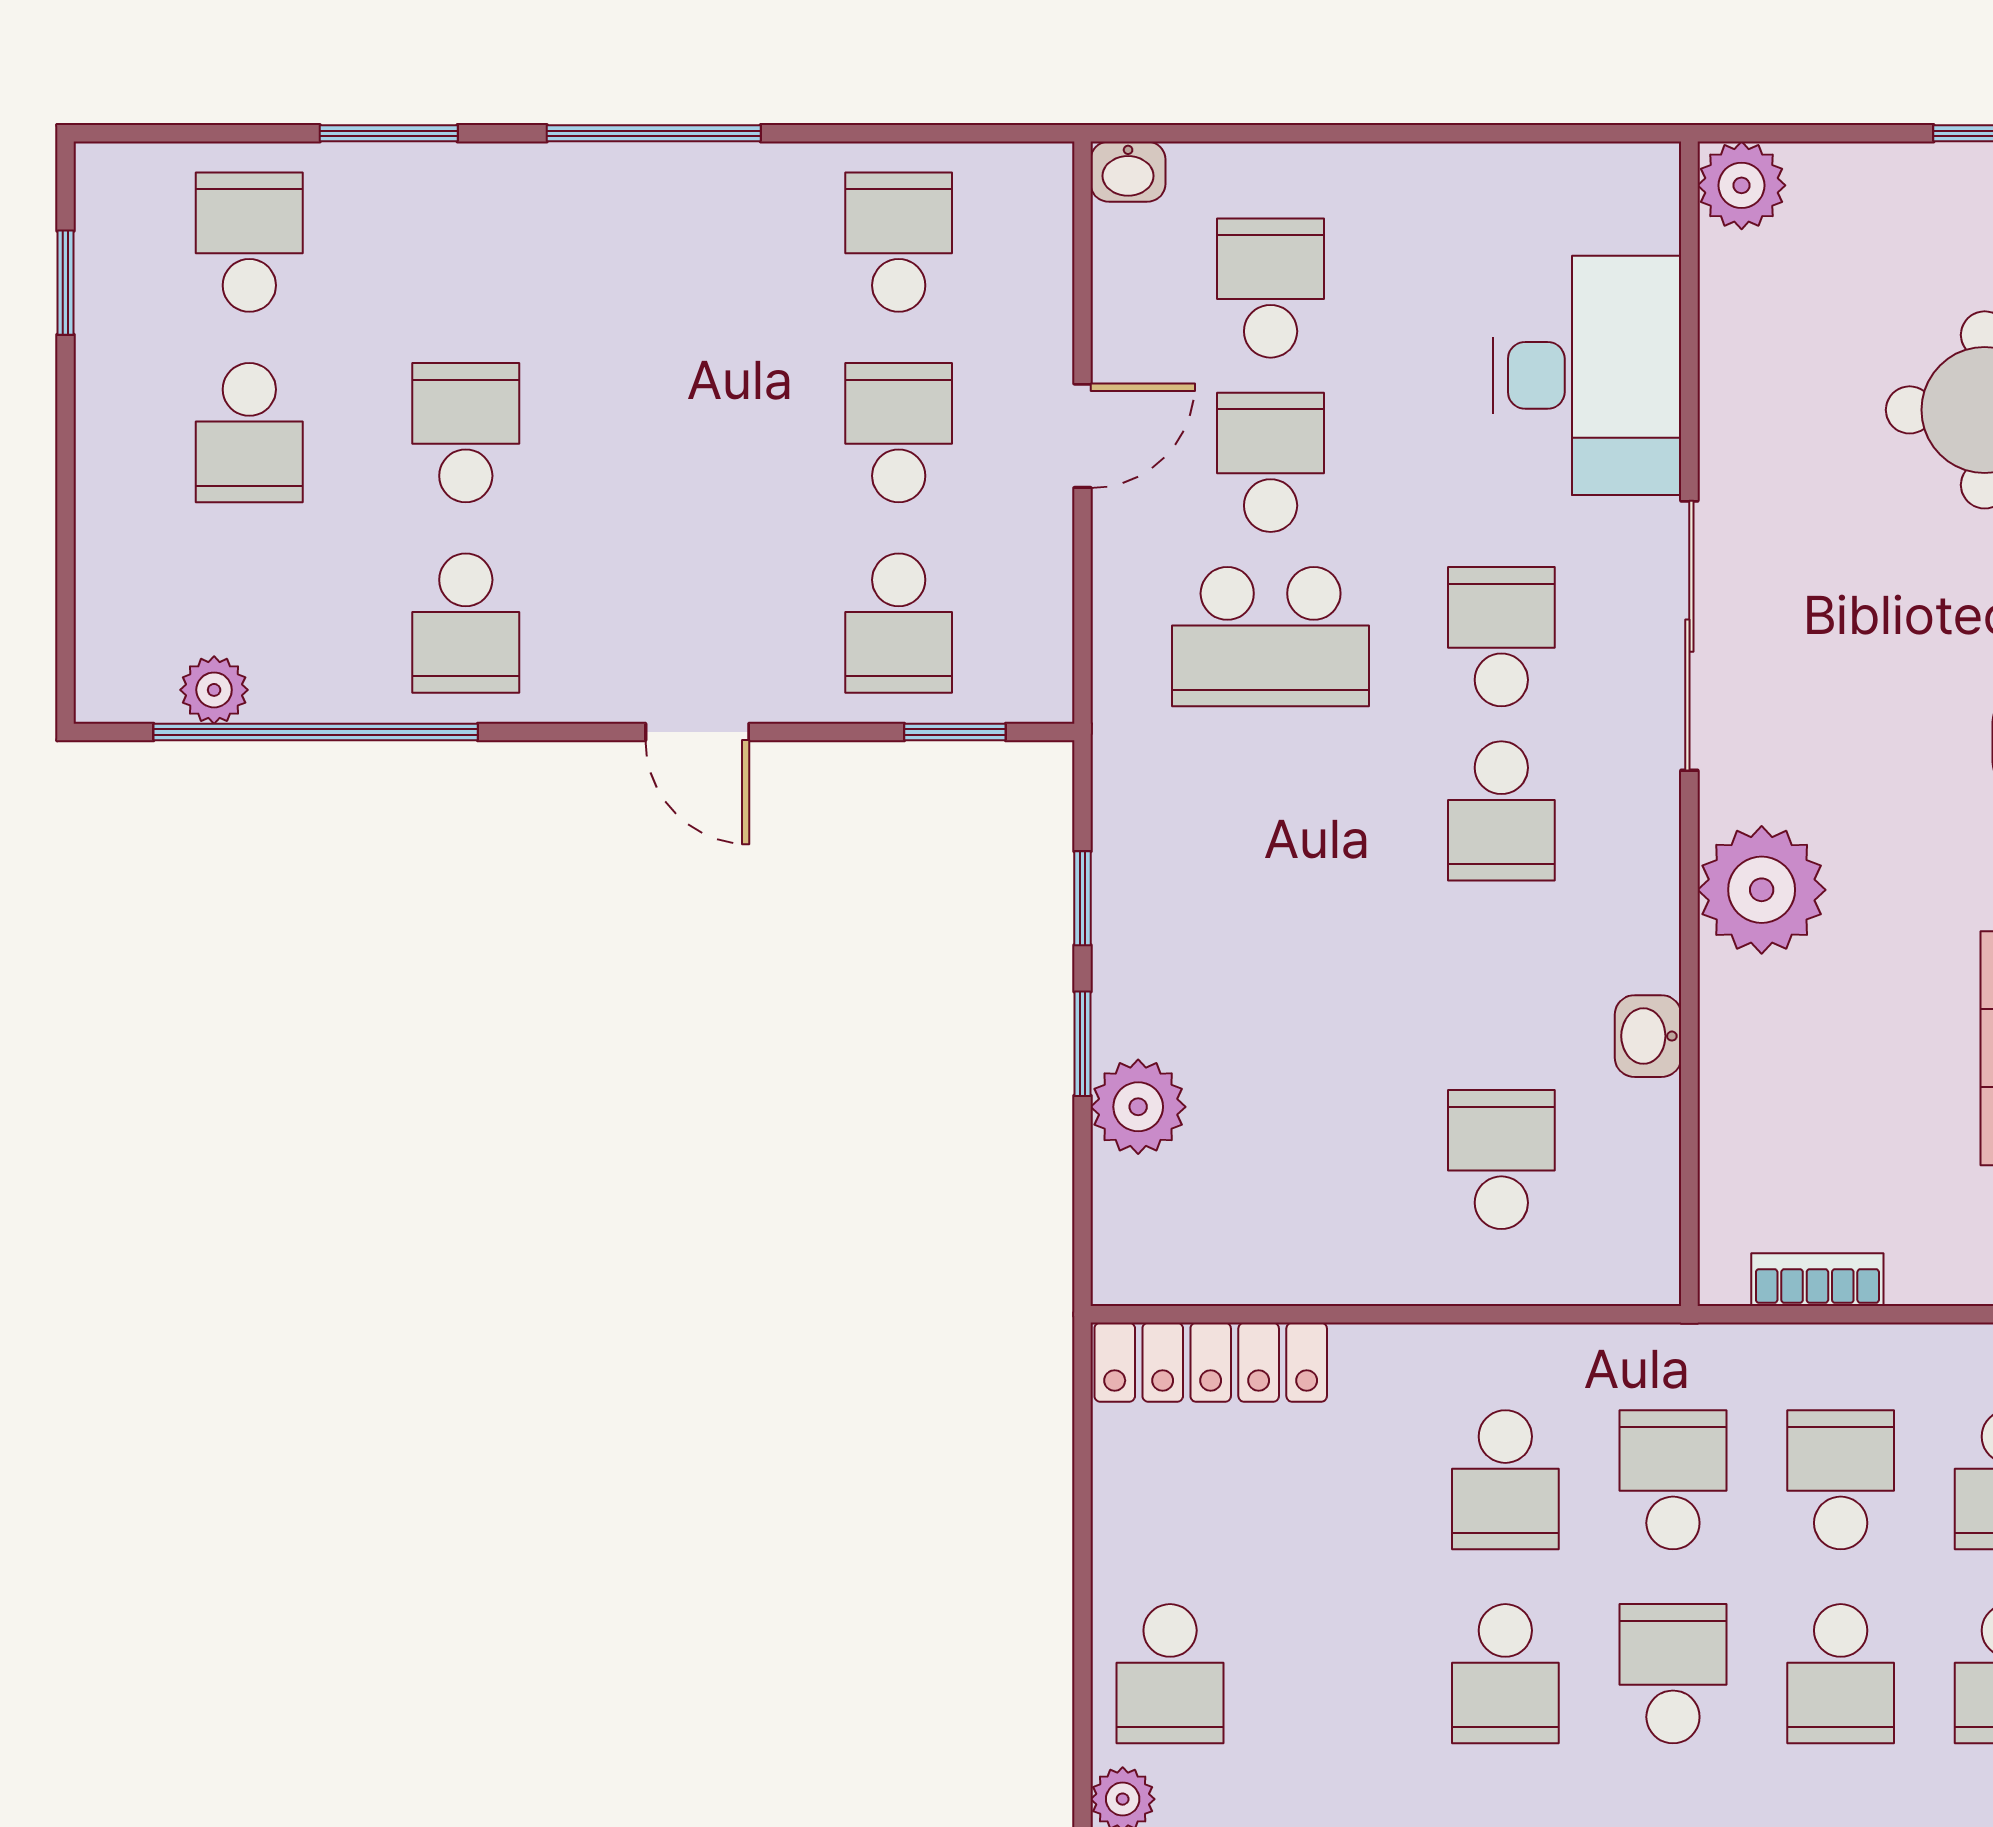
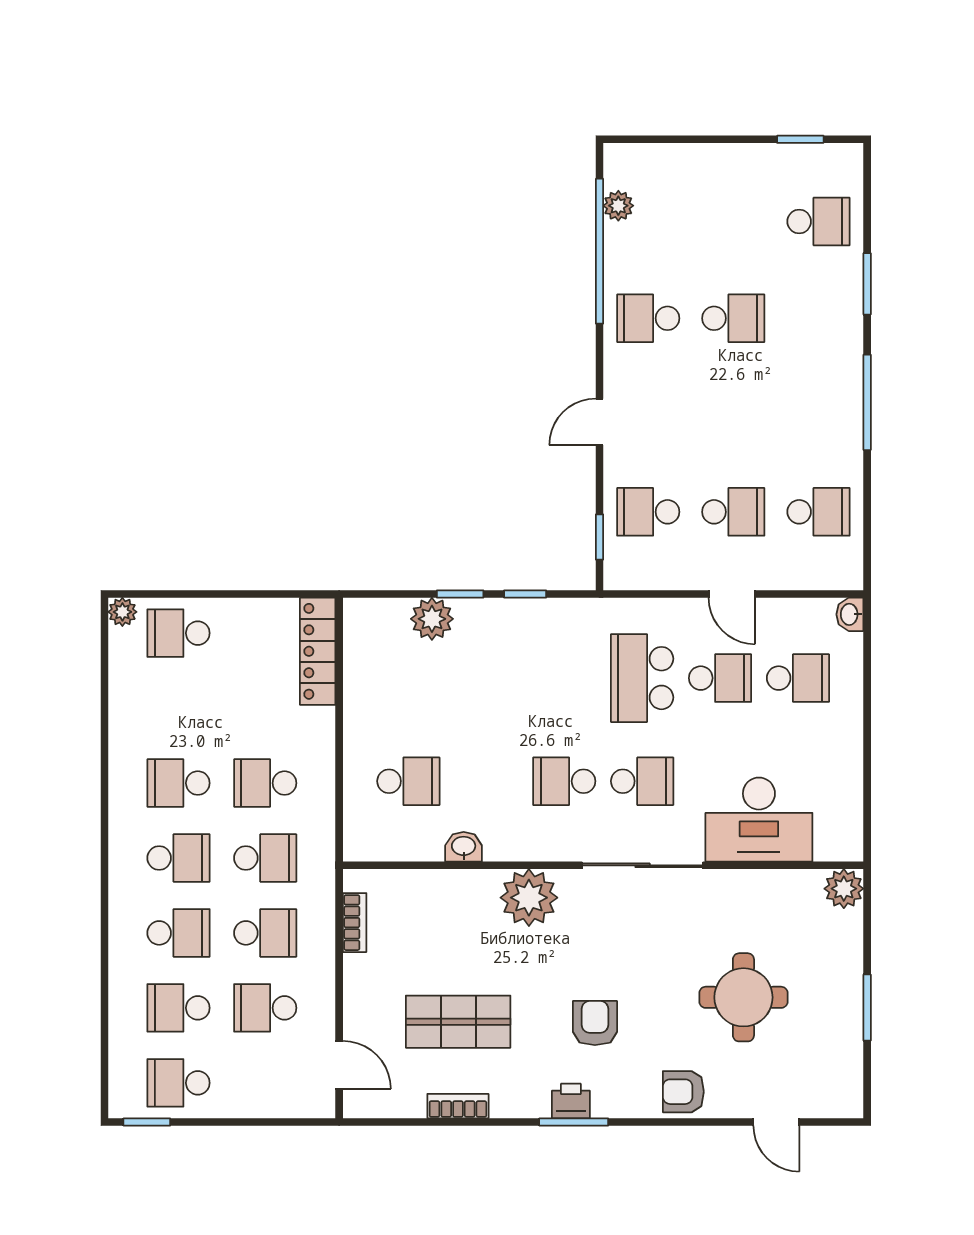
school desk: (249, 433) -> (733, 222), removed
school desk: (1841, 1674) -> (178, 933), turned 180

